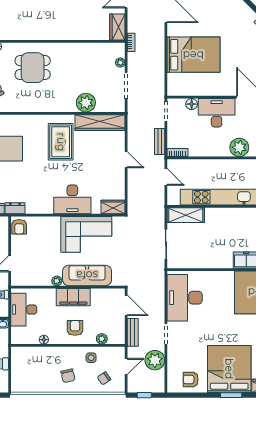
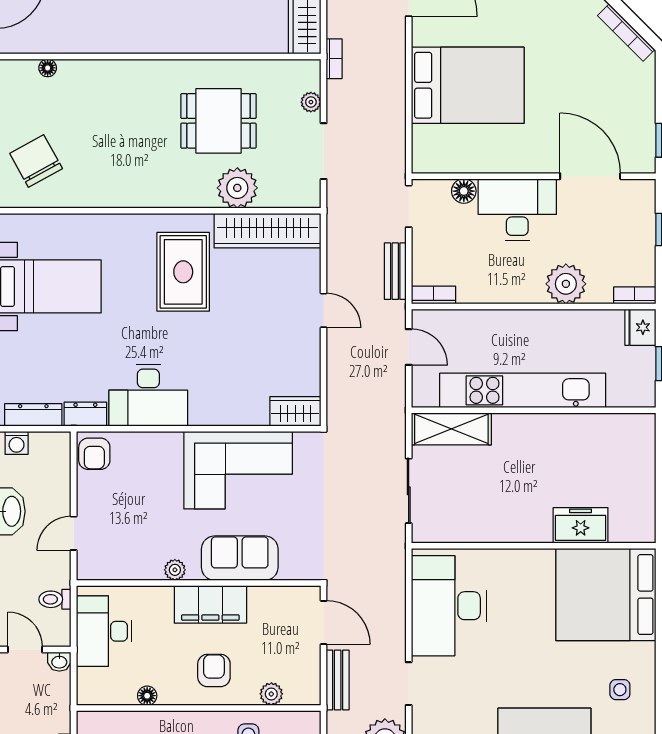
dining table: (33, 68) -> (218, 121), moved
desk: (72, 199) -> (148, 395), moved
sofa: (87, 275) -> (240, 558), width x0.73

